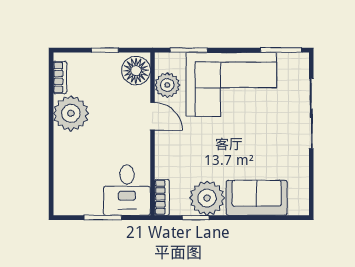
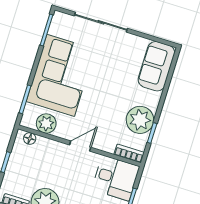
floor lamp: (136, 71) -> (30, 138), width x0.53, depth x0.53
door: (153, 116) -> (80, 146), moved
sofa: (257, 198) -> (156, 66), moved

